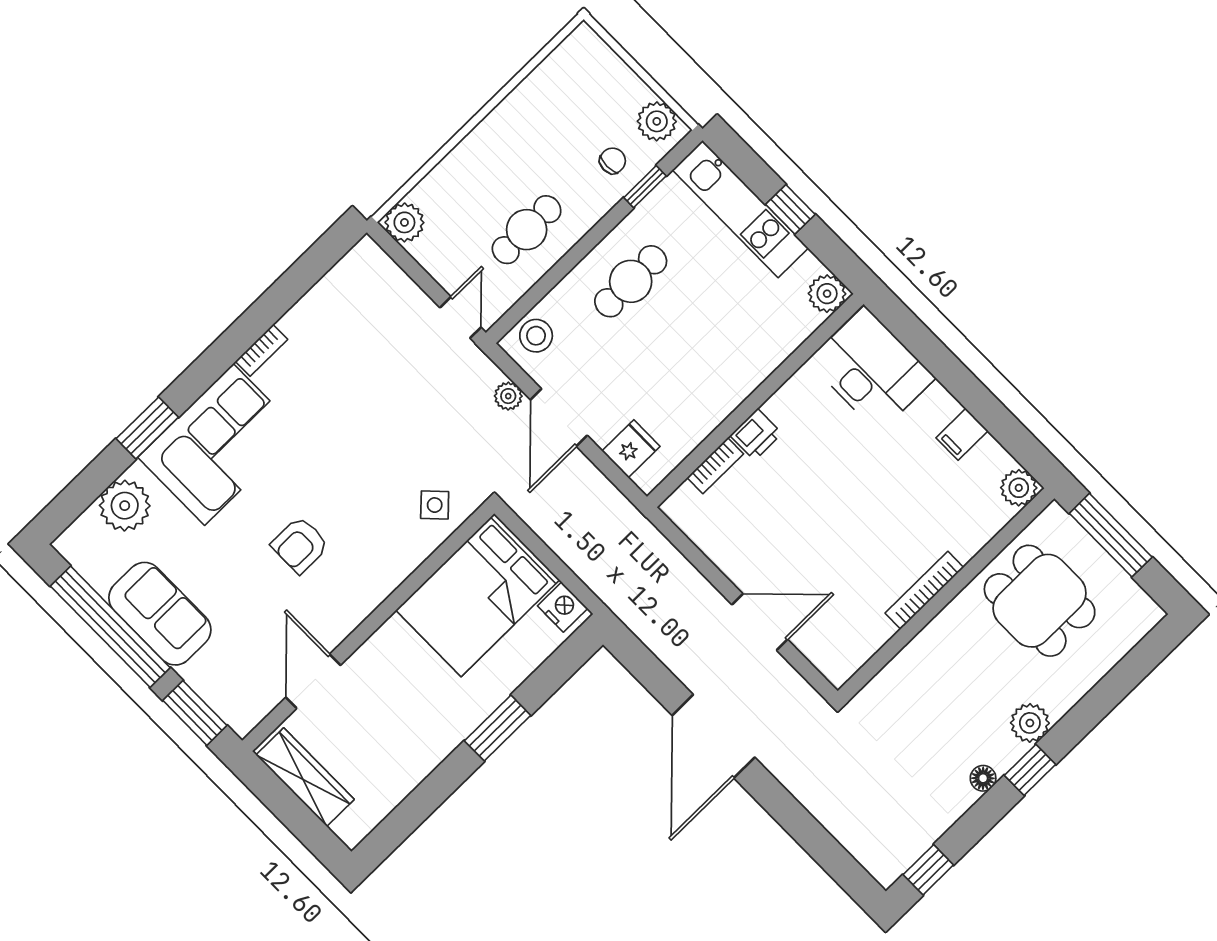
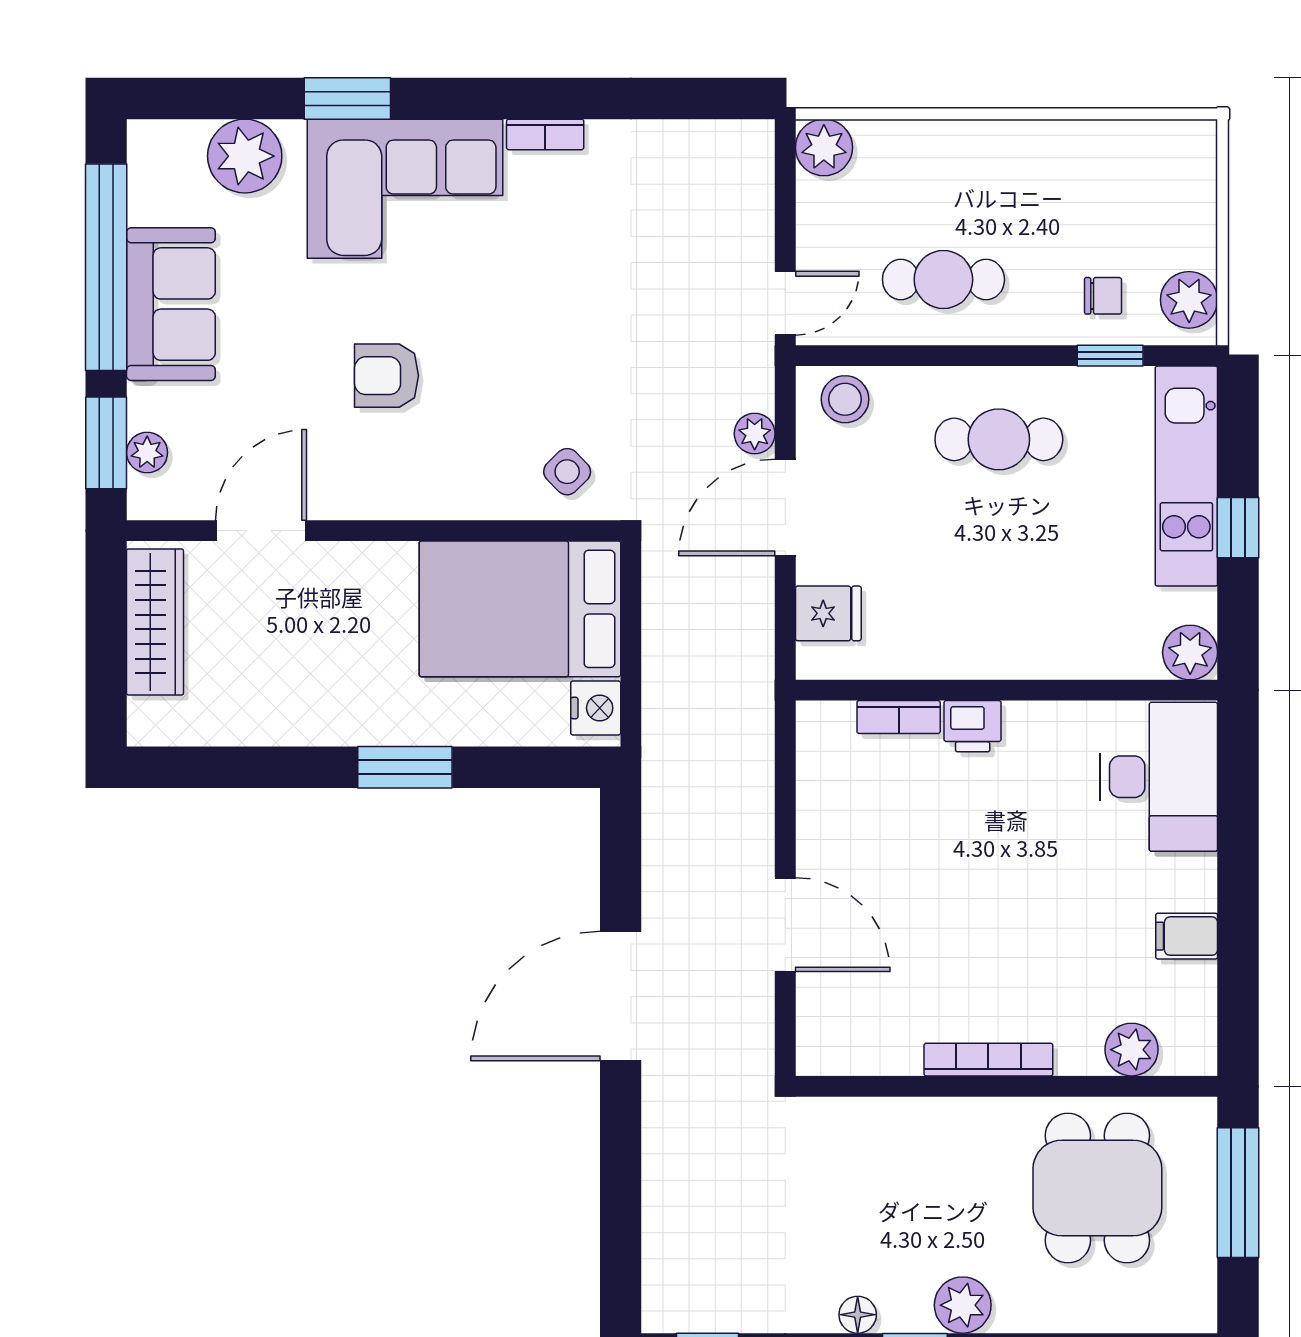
plant: (1019, 488) -> (1132, 1050), moved
plant: (220, 698) -> (147, 453), added

